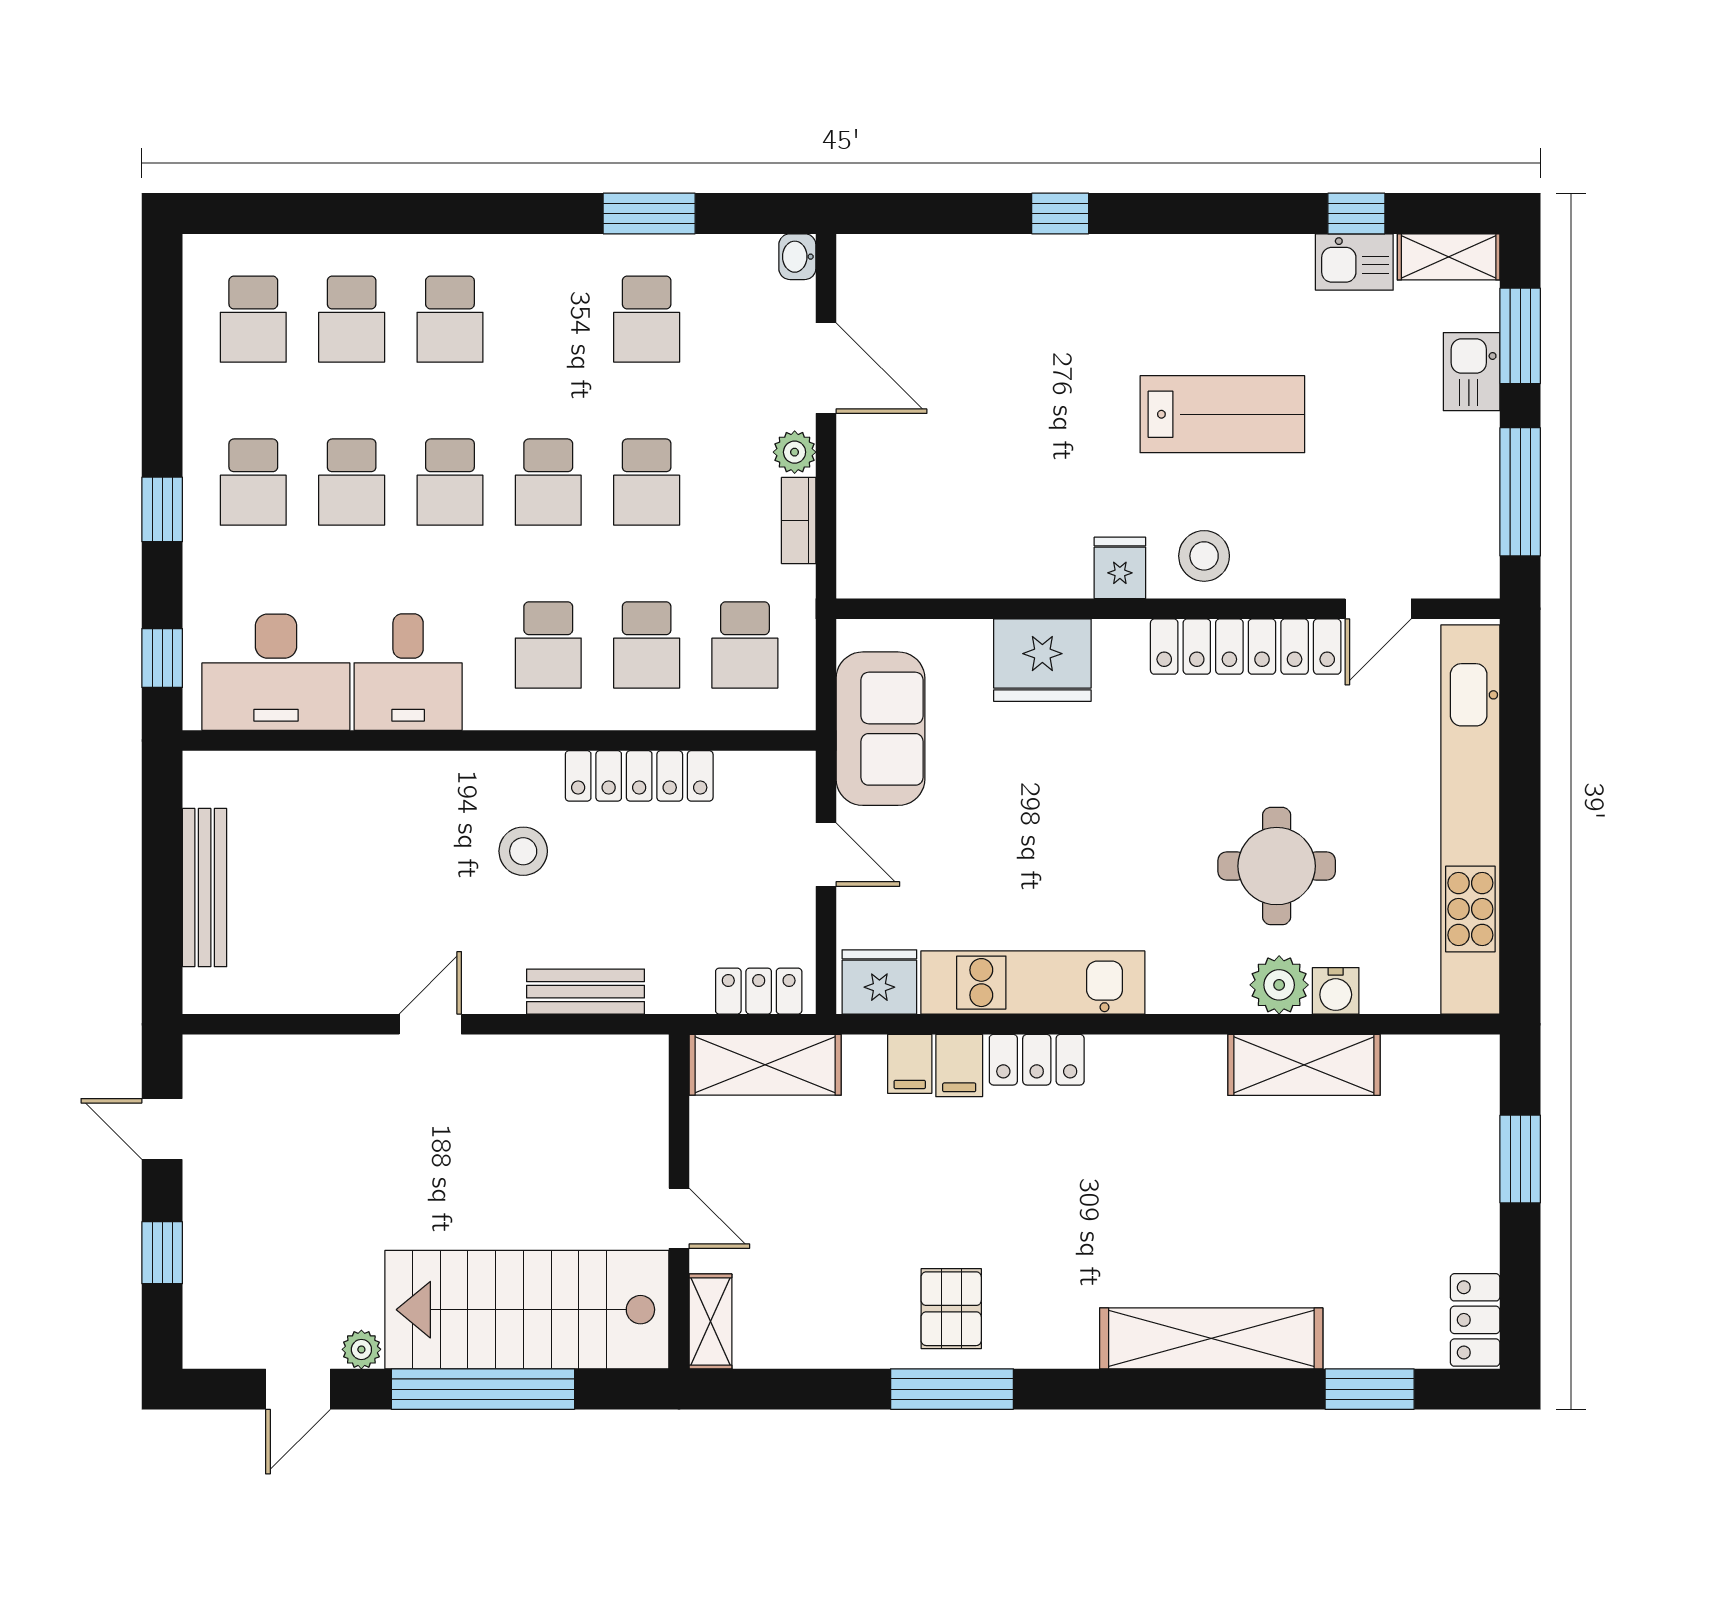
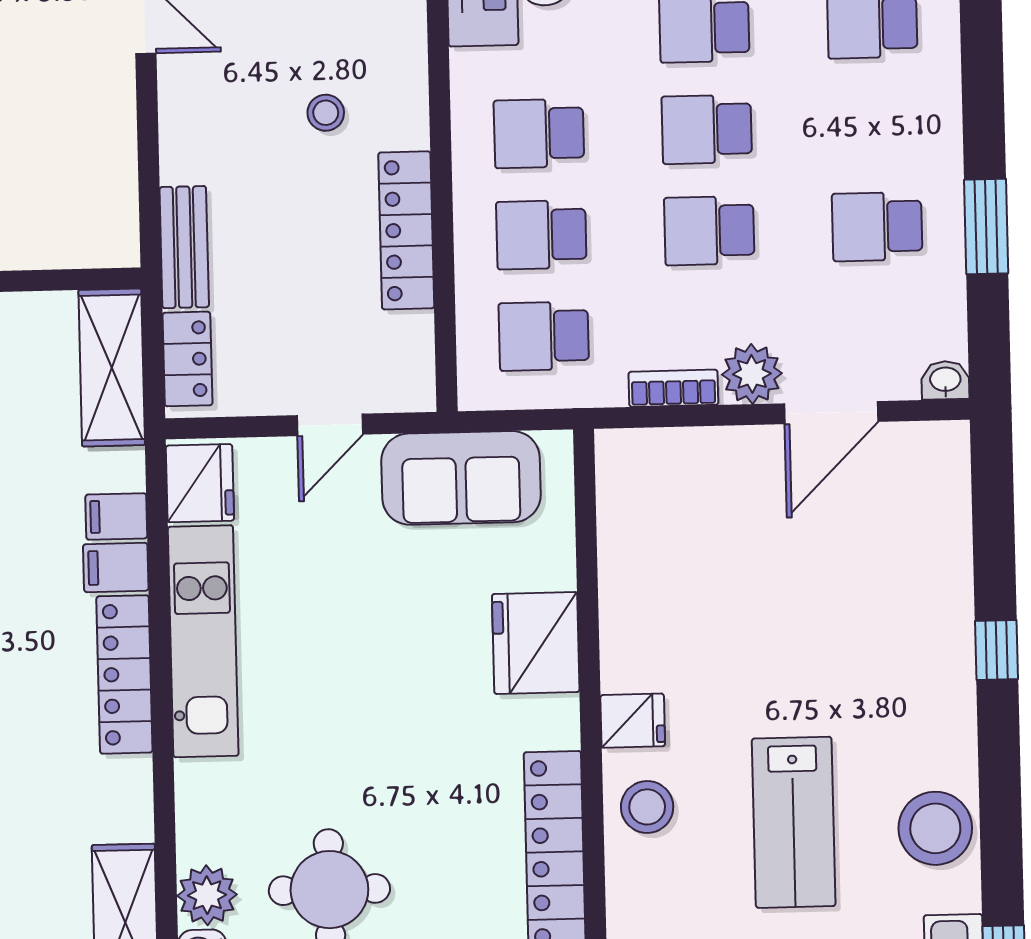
stool: (1232, 277) -> (935, 828), added
plant: (795, 452) -> (752, 374), width x1.38, depth x1.38
stool: (523, 851) -> (326, 113), width x0.73, depth x0.73
bench: (586, 992) -> (184, 247), moved
locker: (1037, 1060) -> (124, 674), width x1.53

